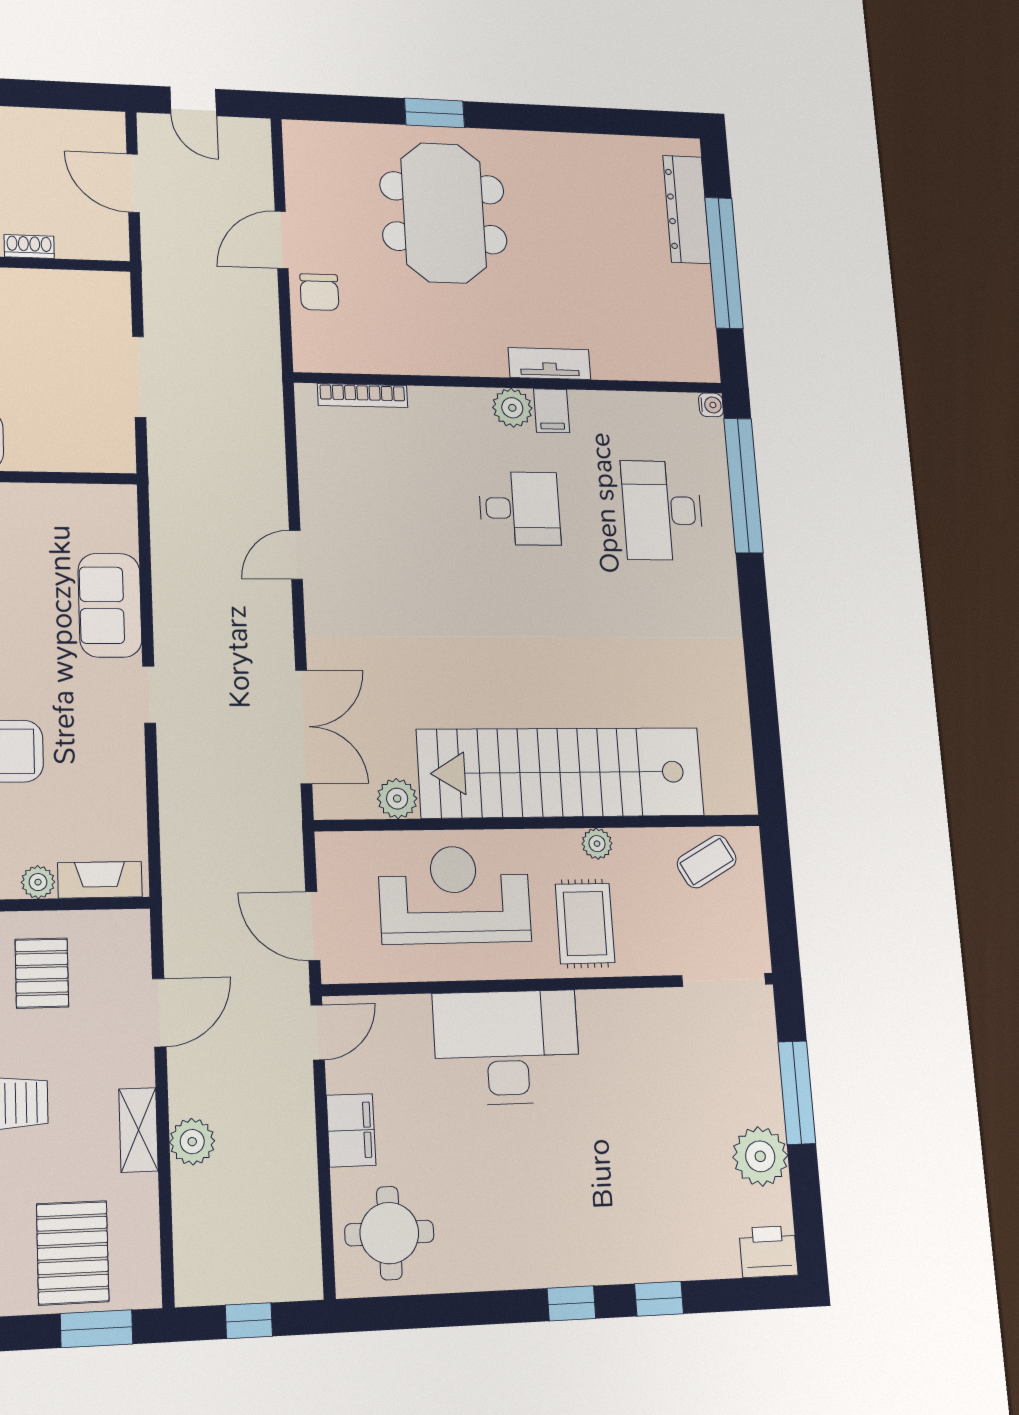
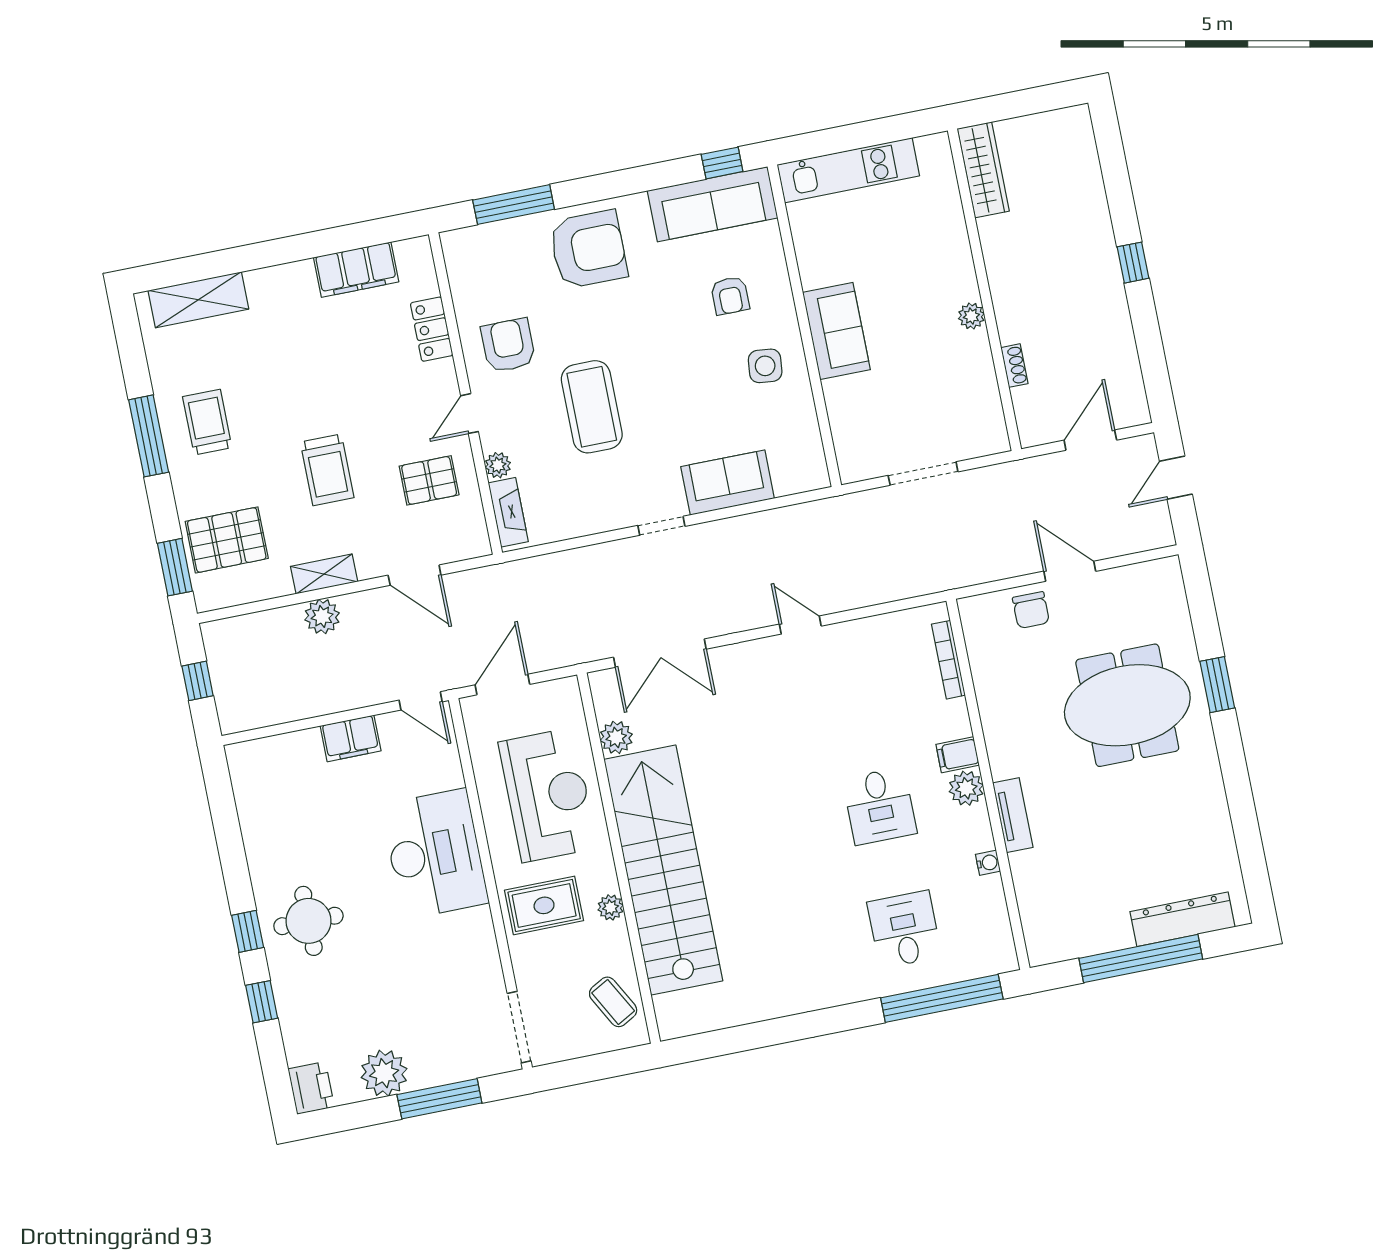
chair: (319, 292) -> (1031, 610), turned -90
water cooler: (711, 405) -> (988, 863), moved, turned -90
filing cabinet: (552, 411) -> (958, 755), moved
desk: (662, 510) -> (904, 929), width x0.73
round table: (389, 1233) -> (308, 921), moved

